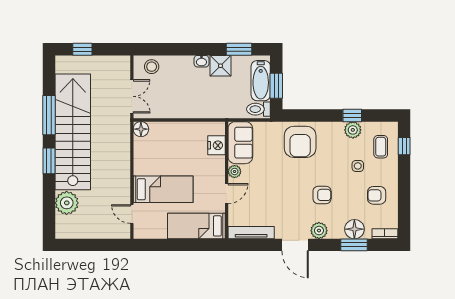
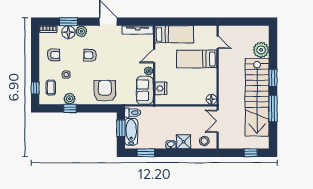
shower: (220, 66) -> (184, 142), moved
plant: (319, 231) -> (81, 31), moved

